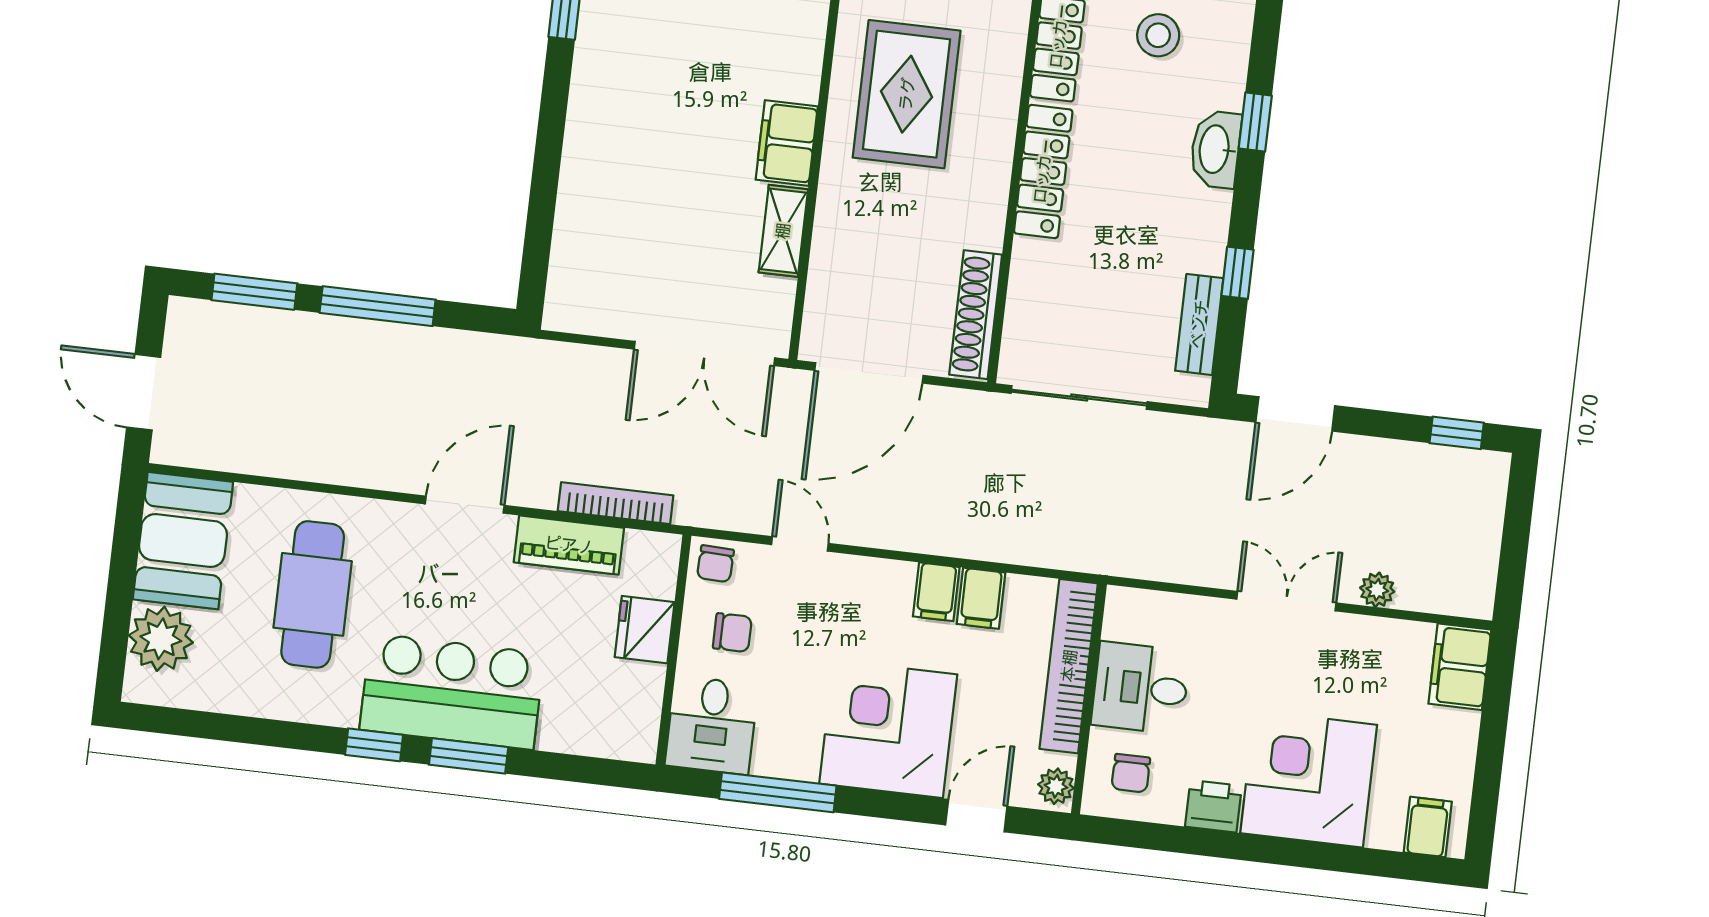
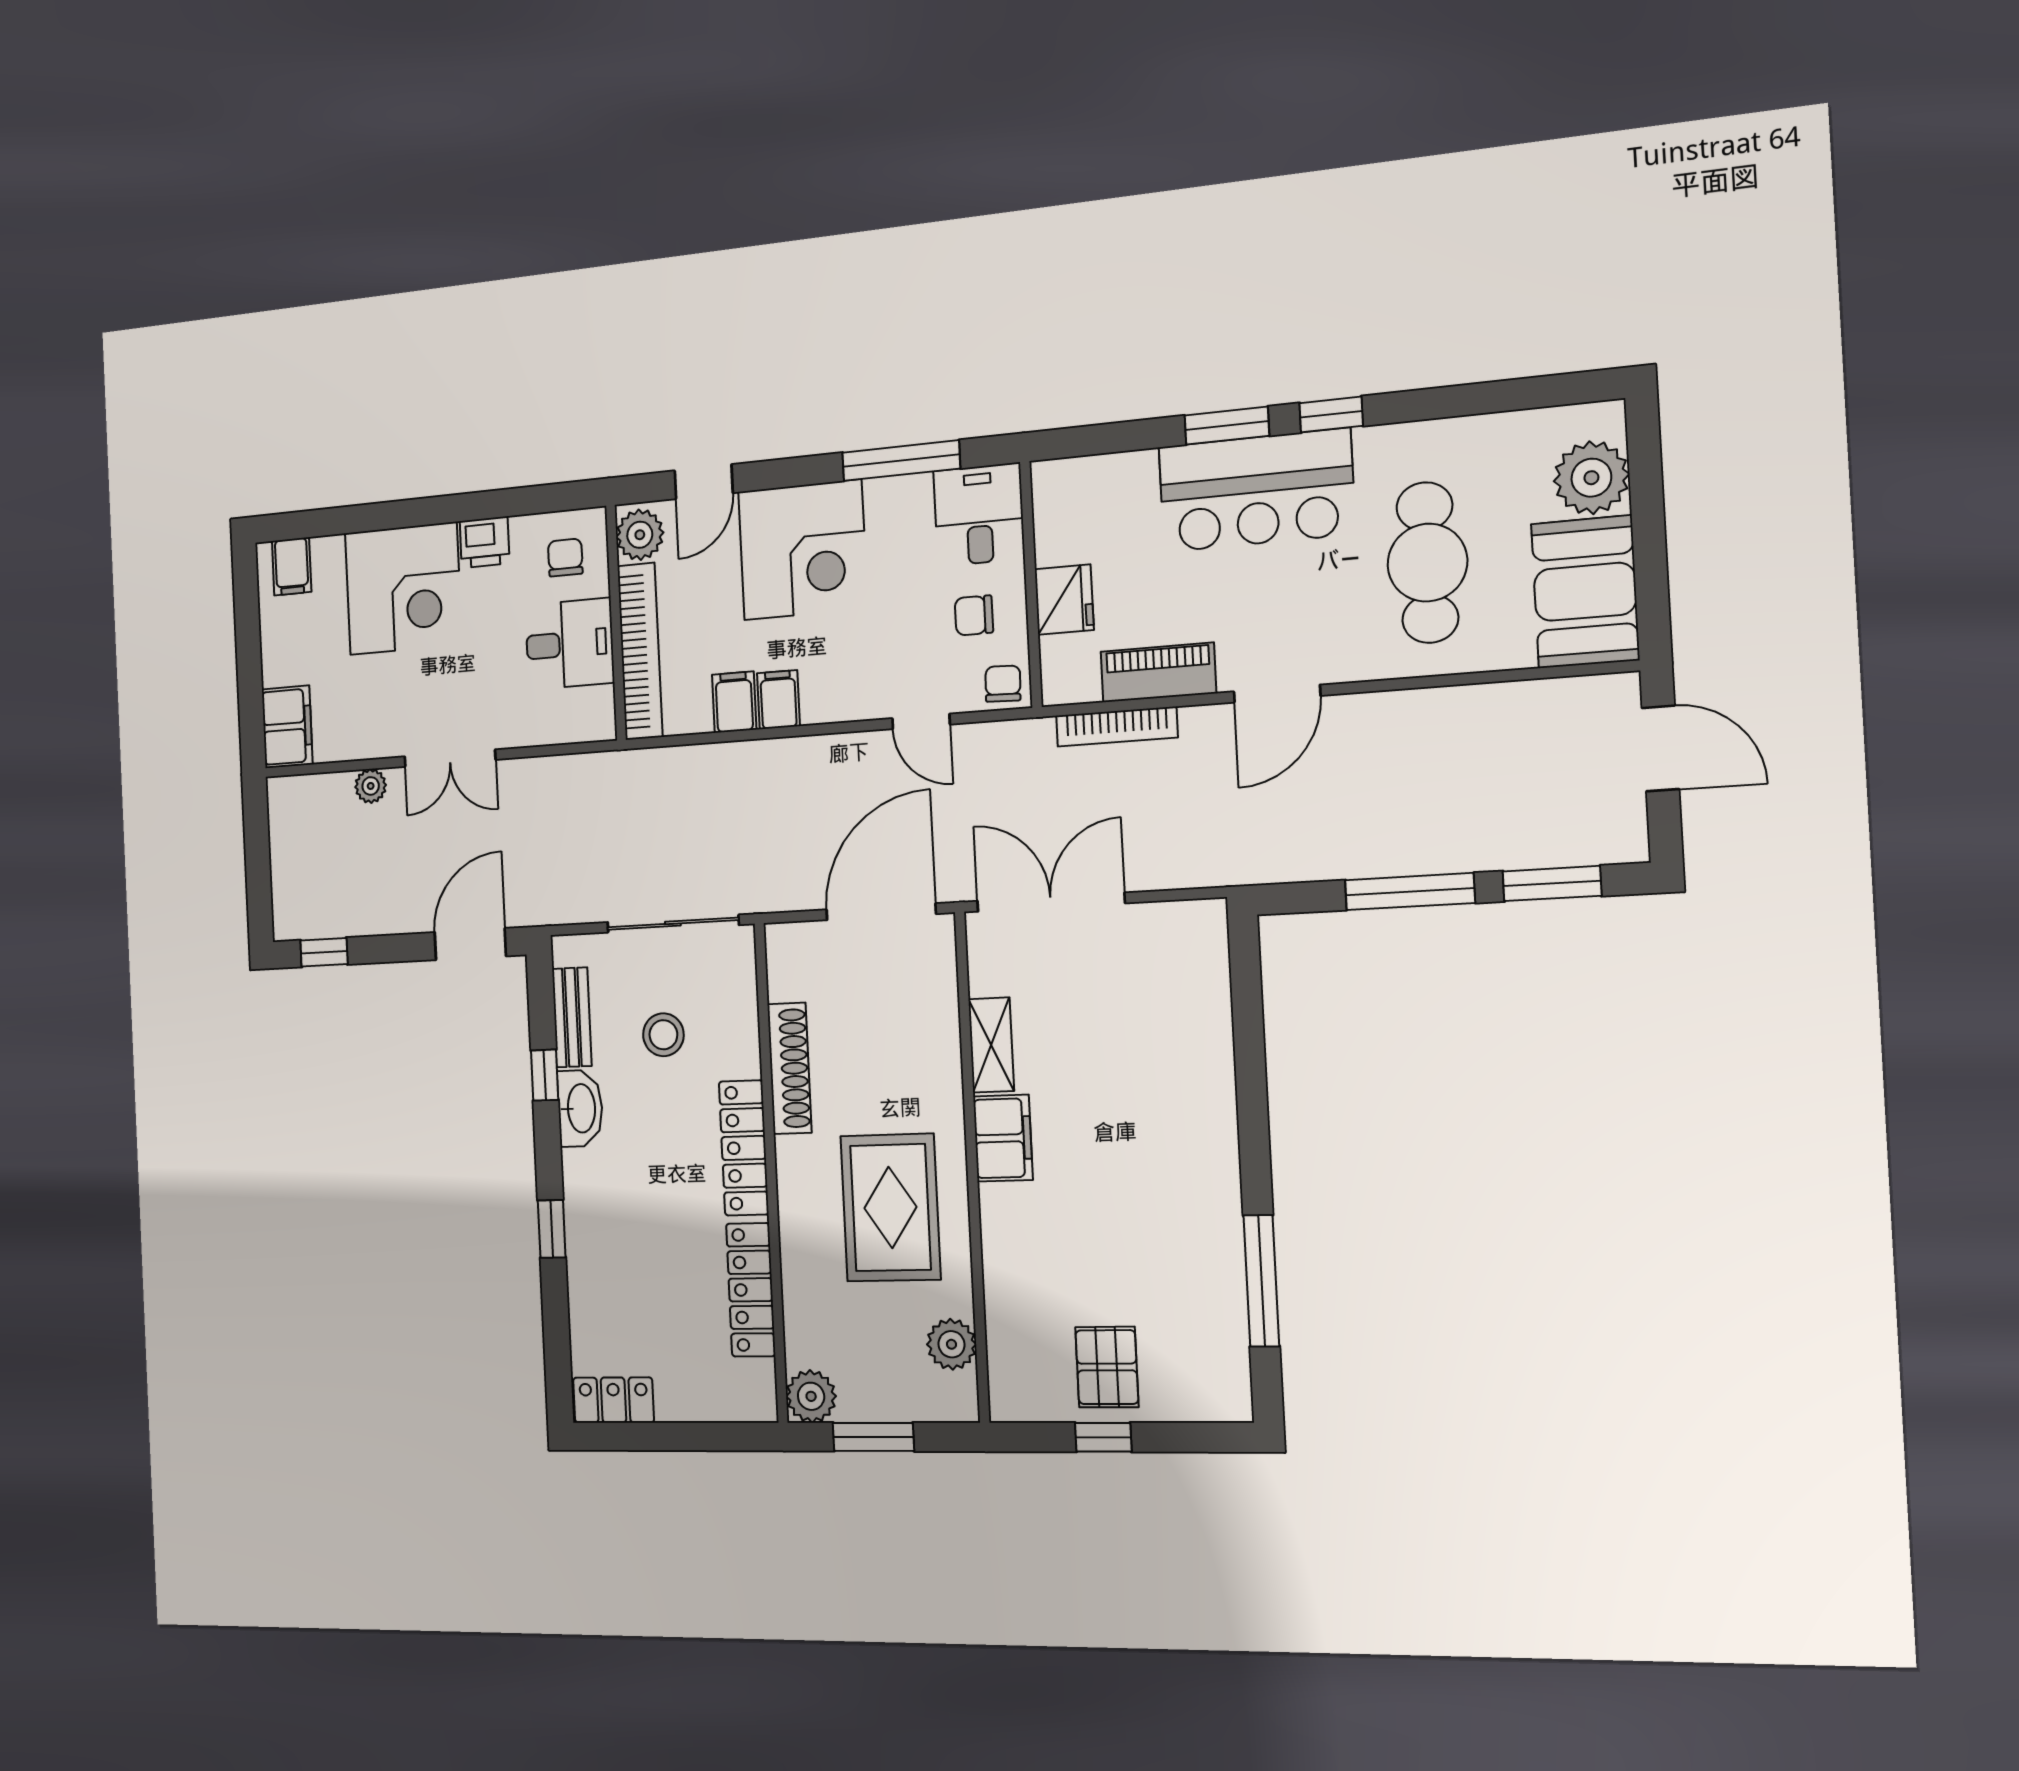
stool: (1158, 35) -> (663, 1035), moved
washbasin: (1215, 149) -> (580, 1108), moved
shoe rack: (976, 315) -> (789, 1068), moved
plant: (1056, 786) -> (640, 535), width x1.38, depth x1.38

